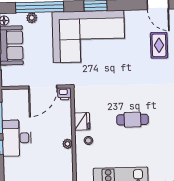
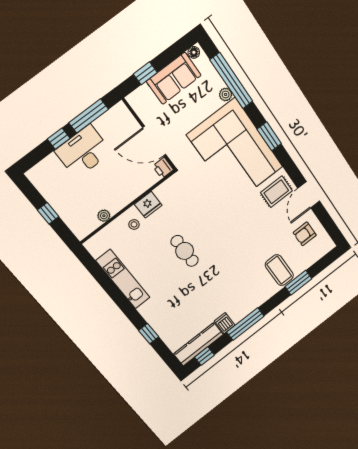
plant: (32, 18) -> (226, 94), moved
rug: (159, 45) -> (276, 192), moved
plant: (68, 144) -> (104, 216), moved

